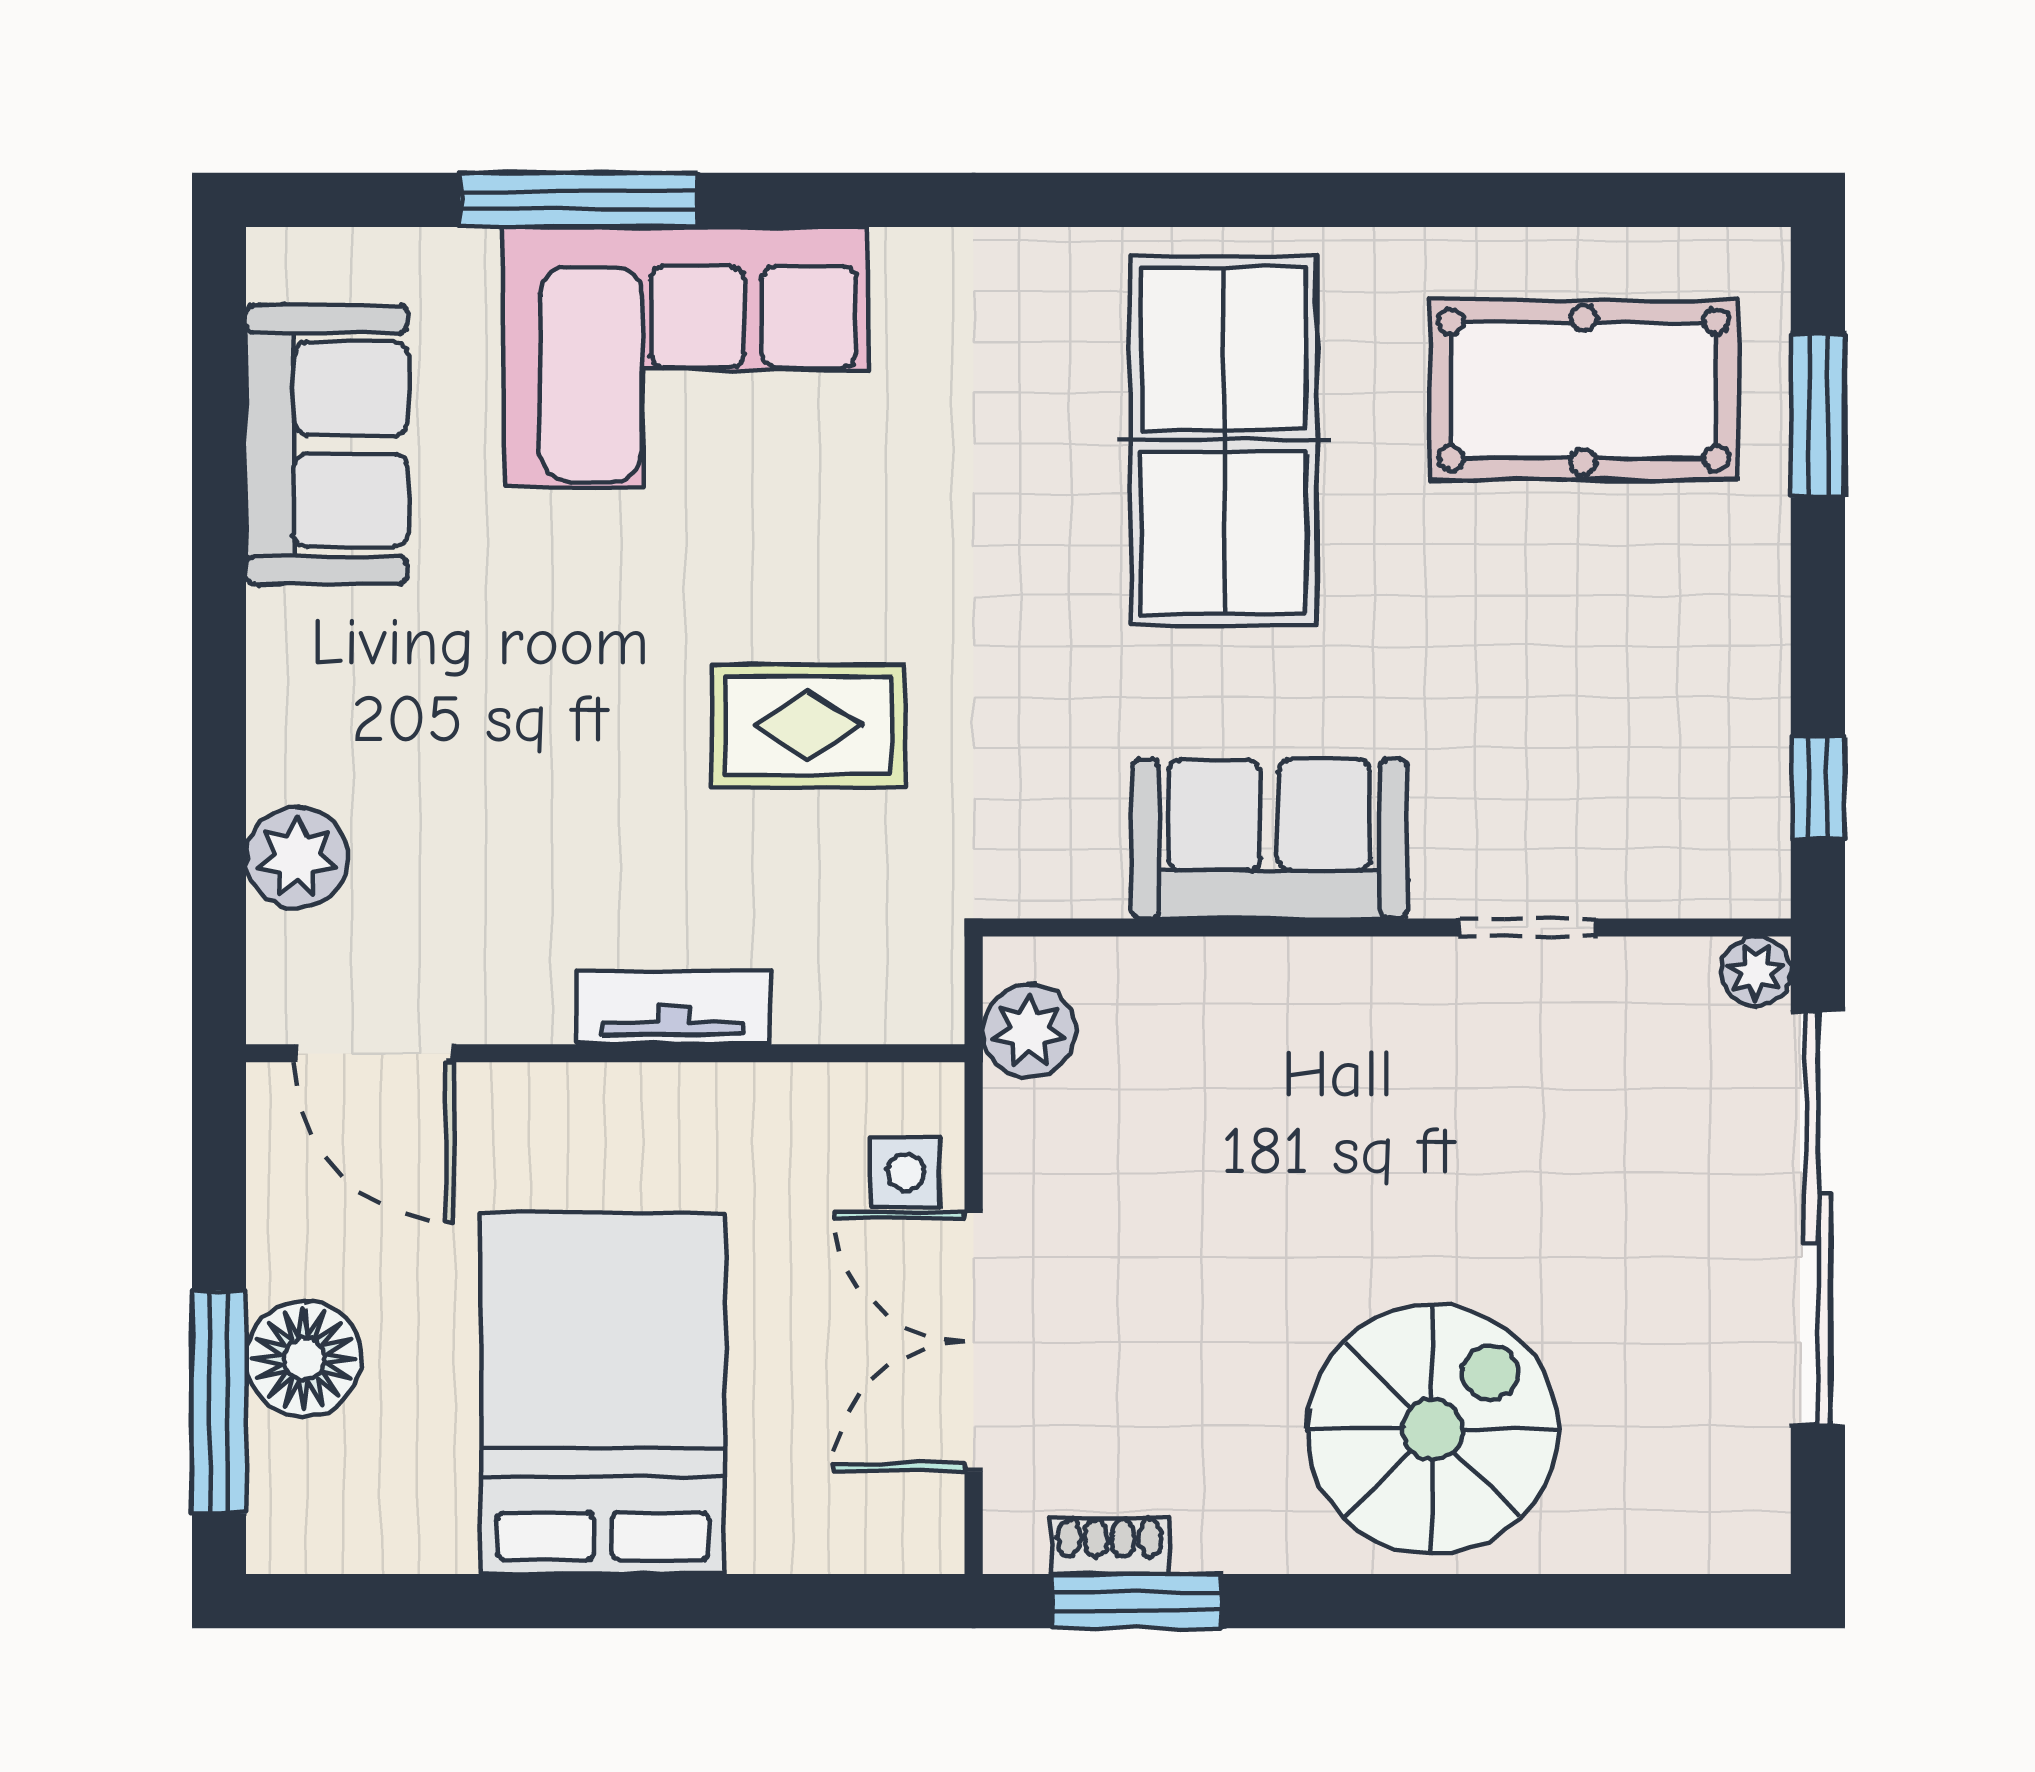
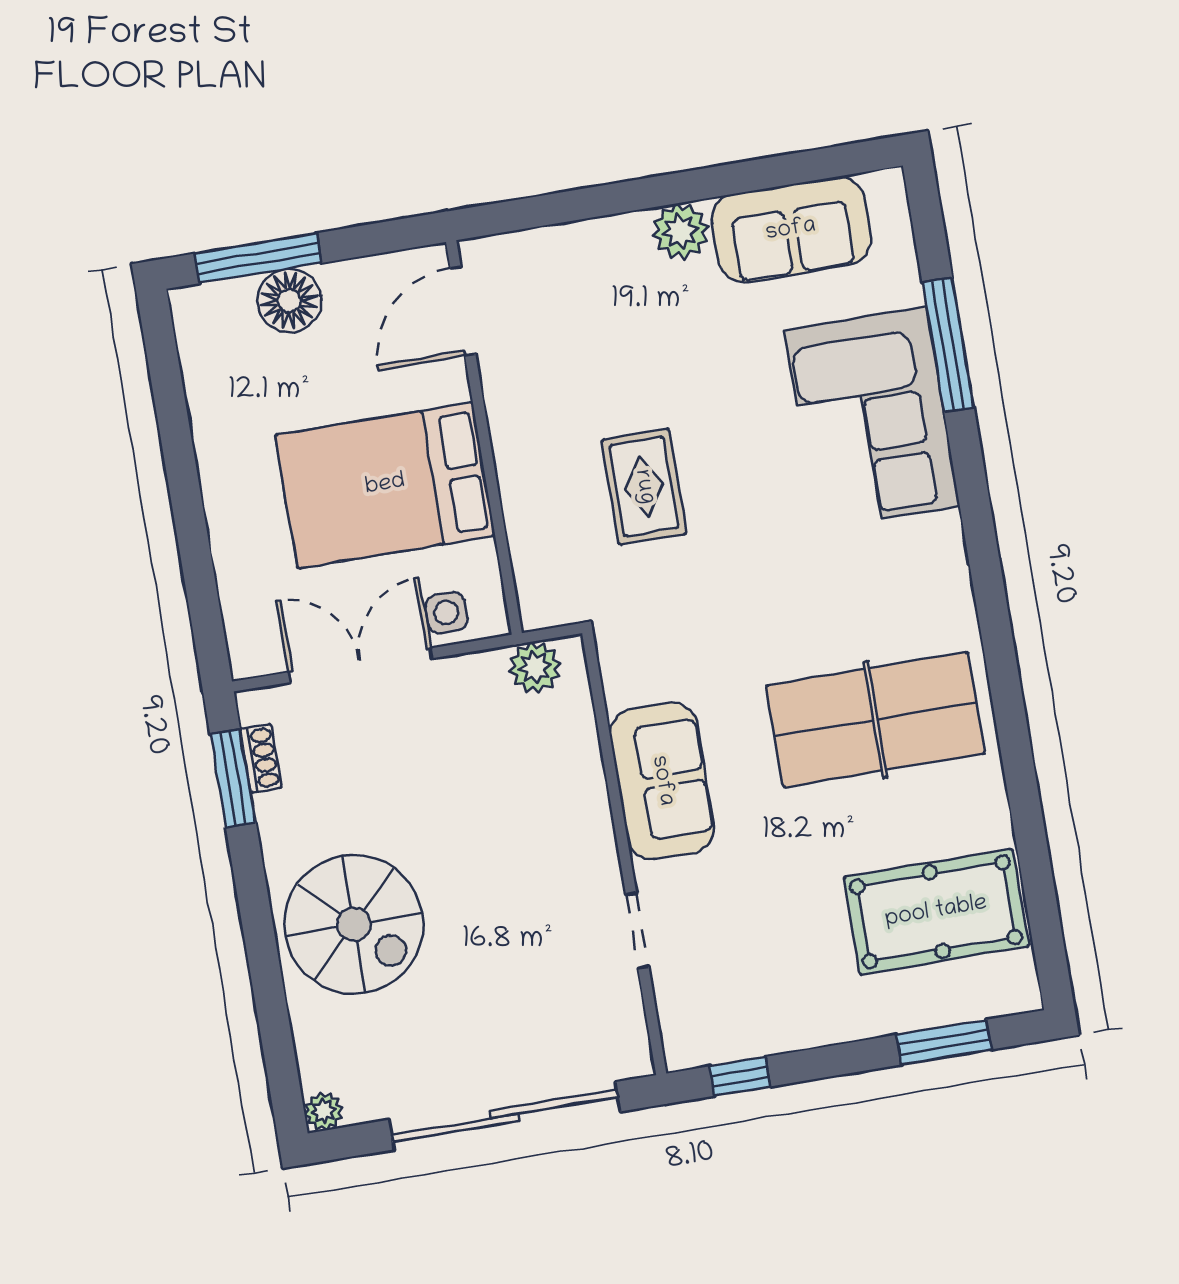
pool table: (1584, 390) -> (936, 912), turned 90
rug: (808, 726) -> (644, 487), moved
plant: (297, 858) -> (680, 231), moved
plant: (1756, 971) -> (323, 1111), moved
tv unit: (673, 1007) -> (515, 471), removed
bed: (603, 1393) -> (385, 485), moved, turned 180

